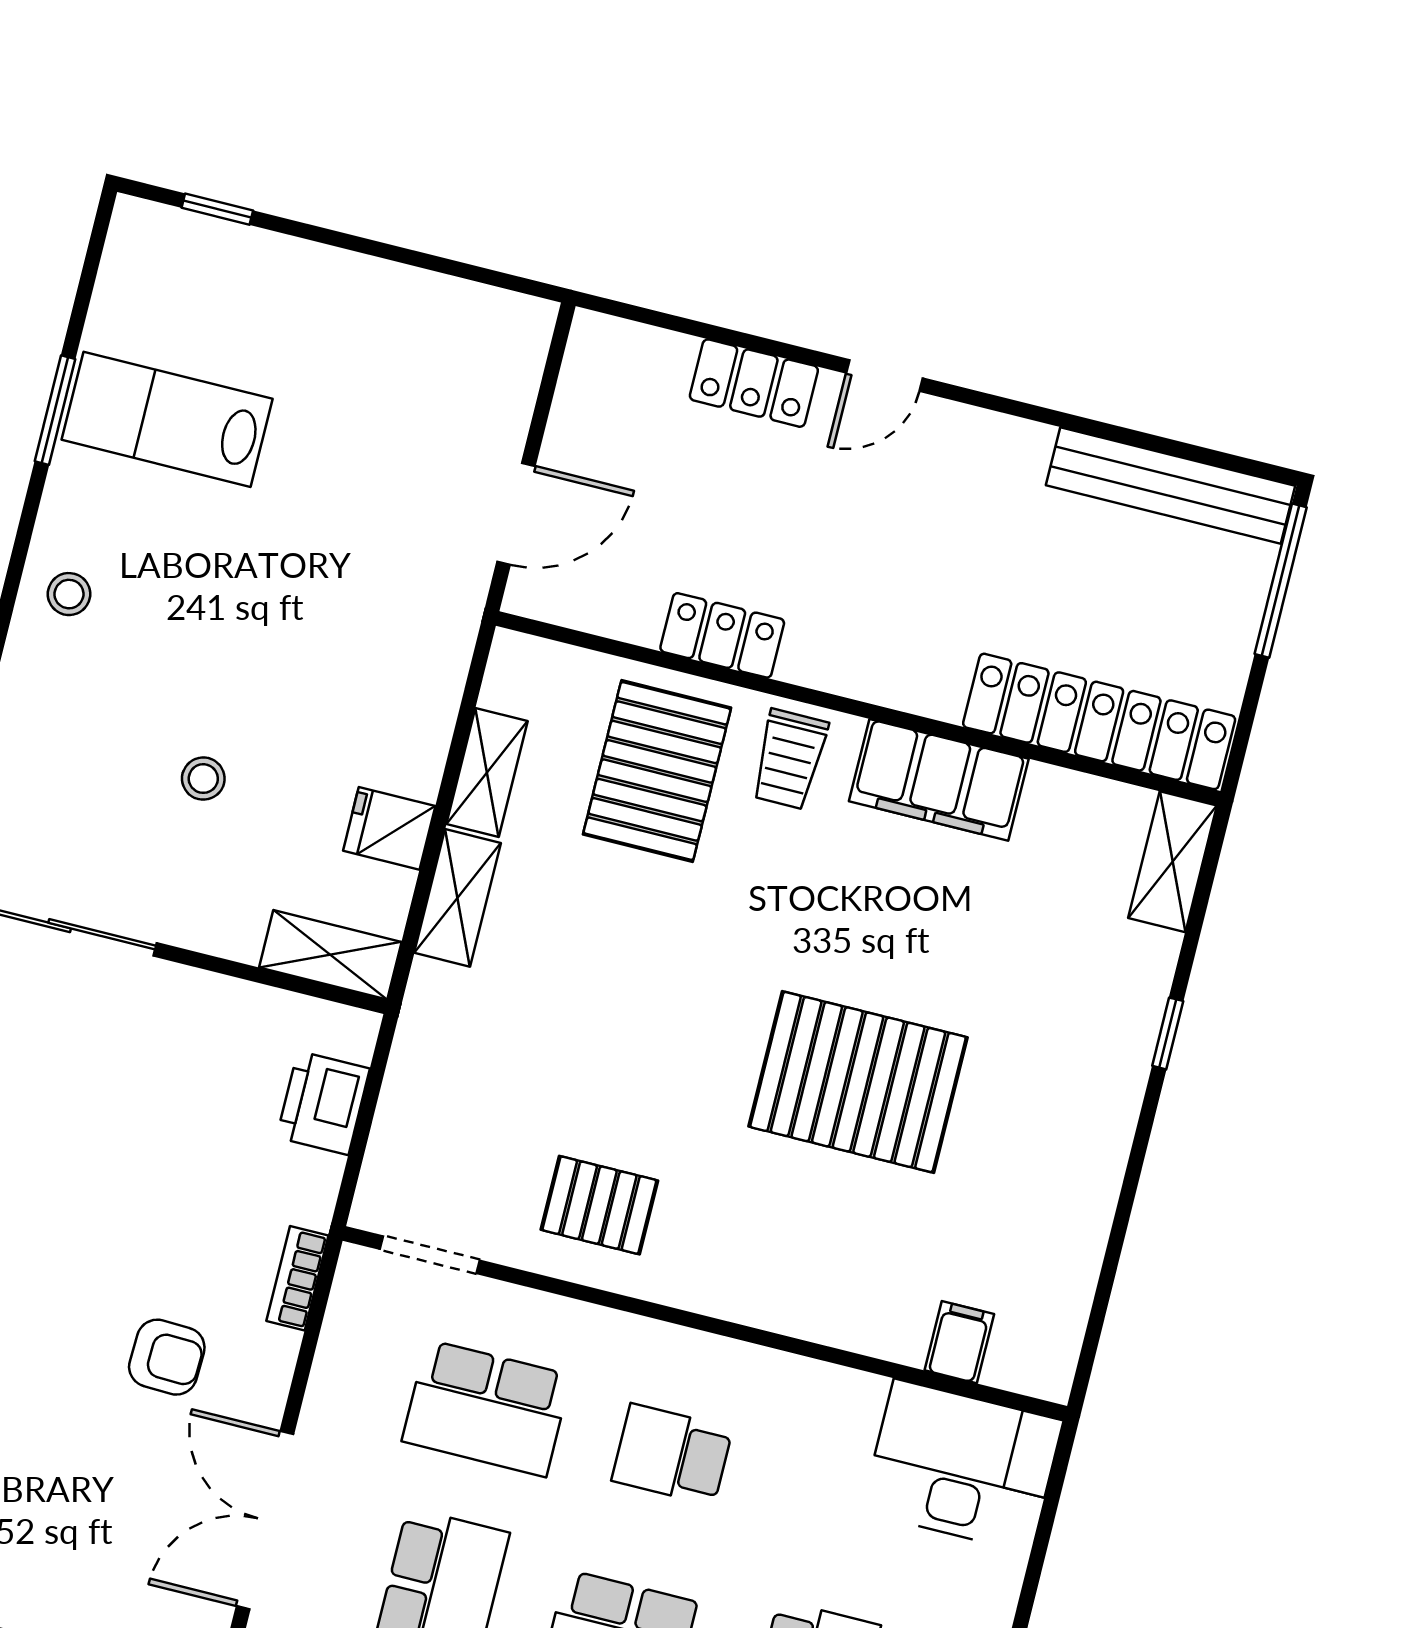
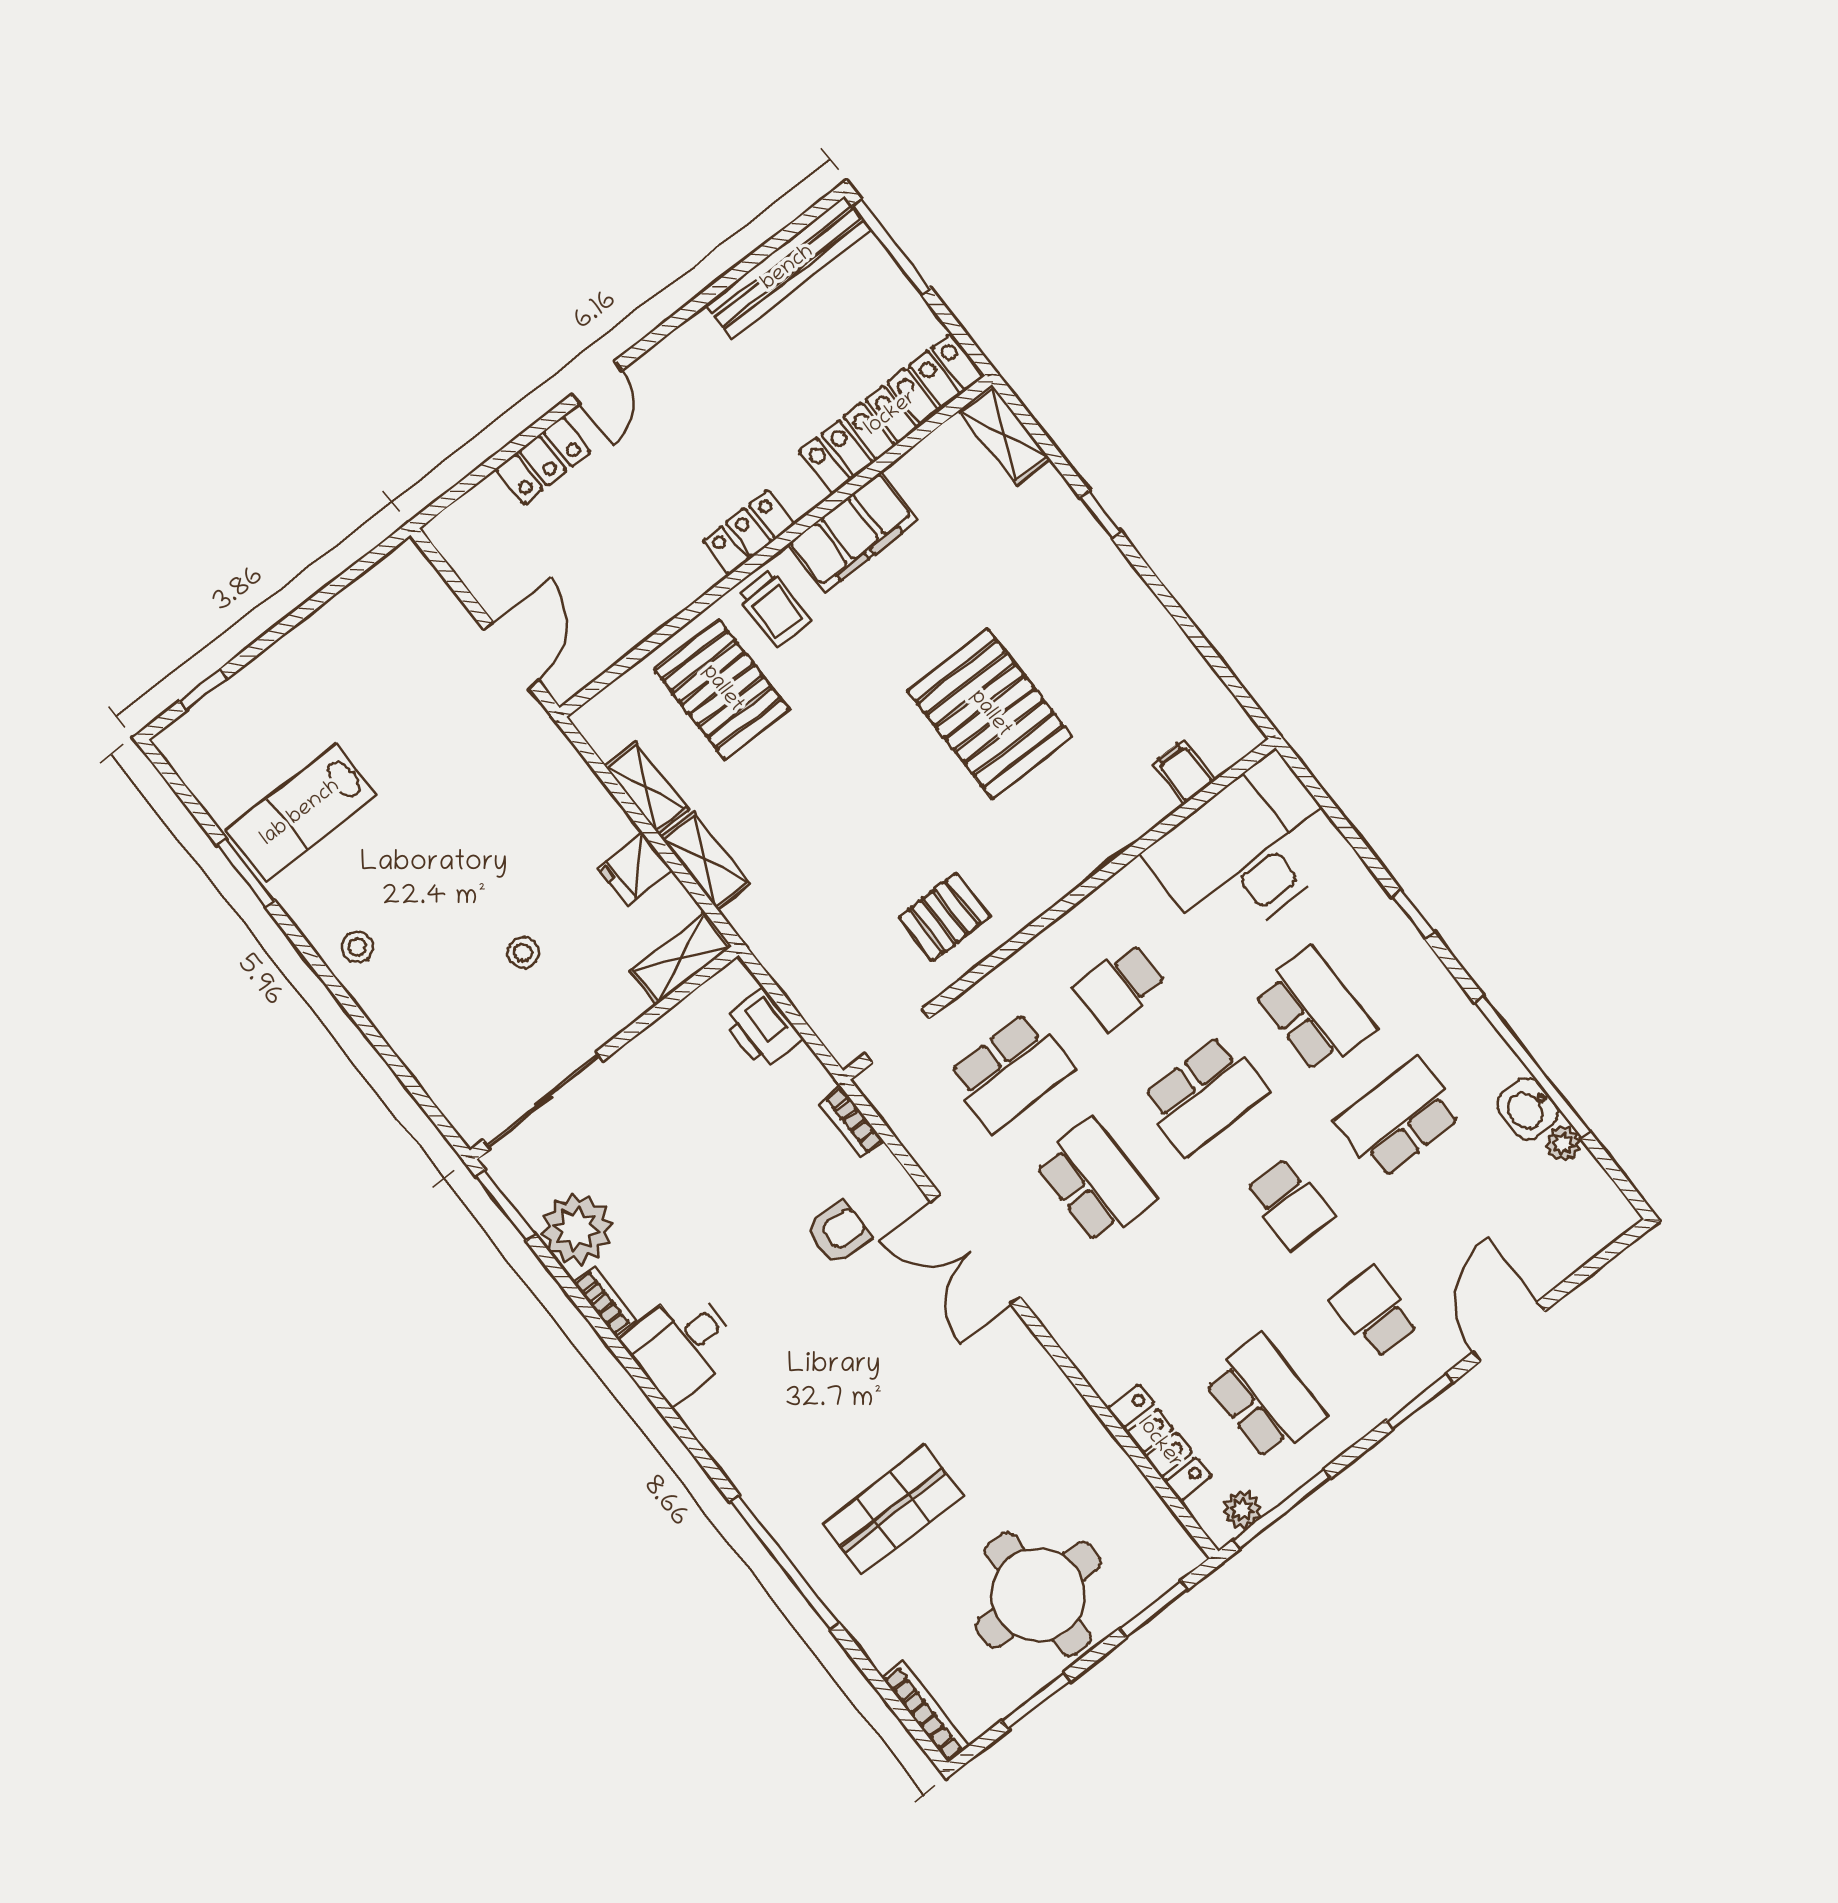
locker: (722, 635) -> (749, 533), moved
pallet: (858, 1082) -> (990, 714), turned 90
desk: (962, 1466) -> (1247, 852), width x1.36, depth x1.30

